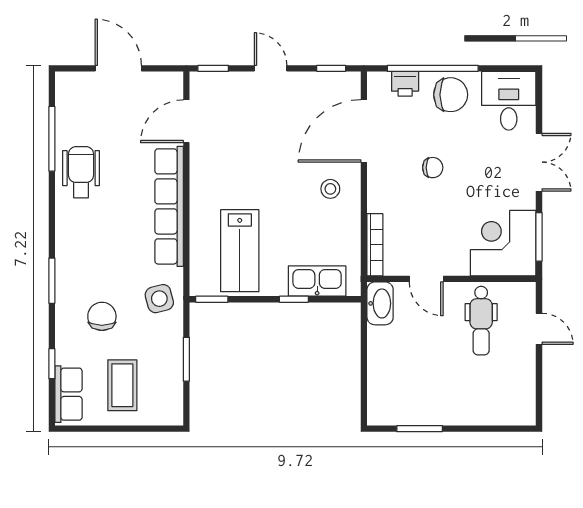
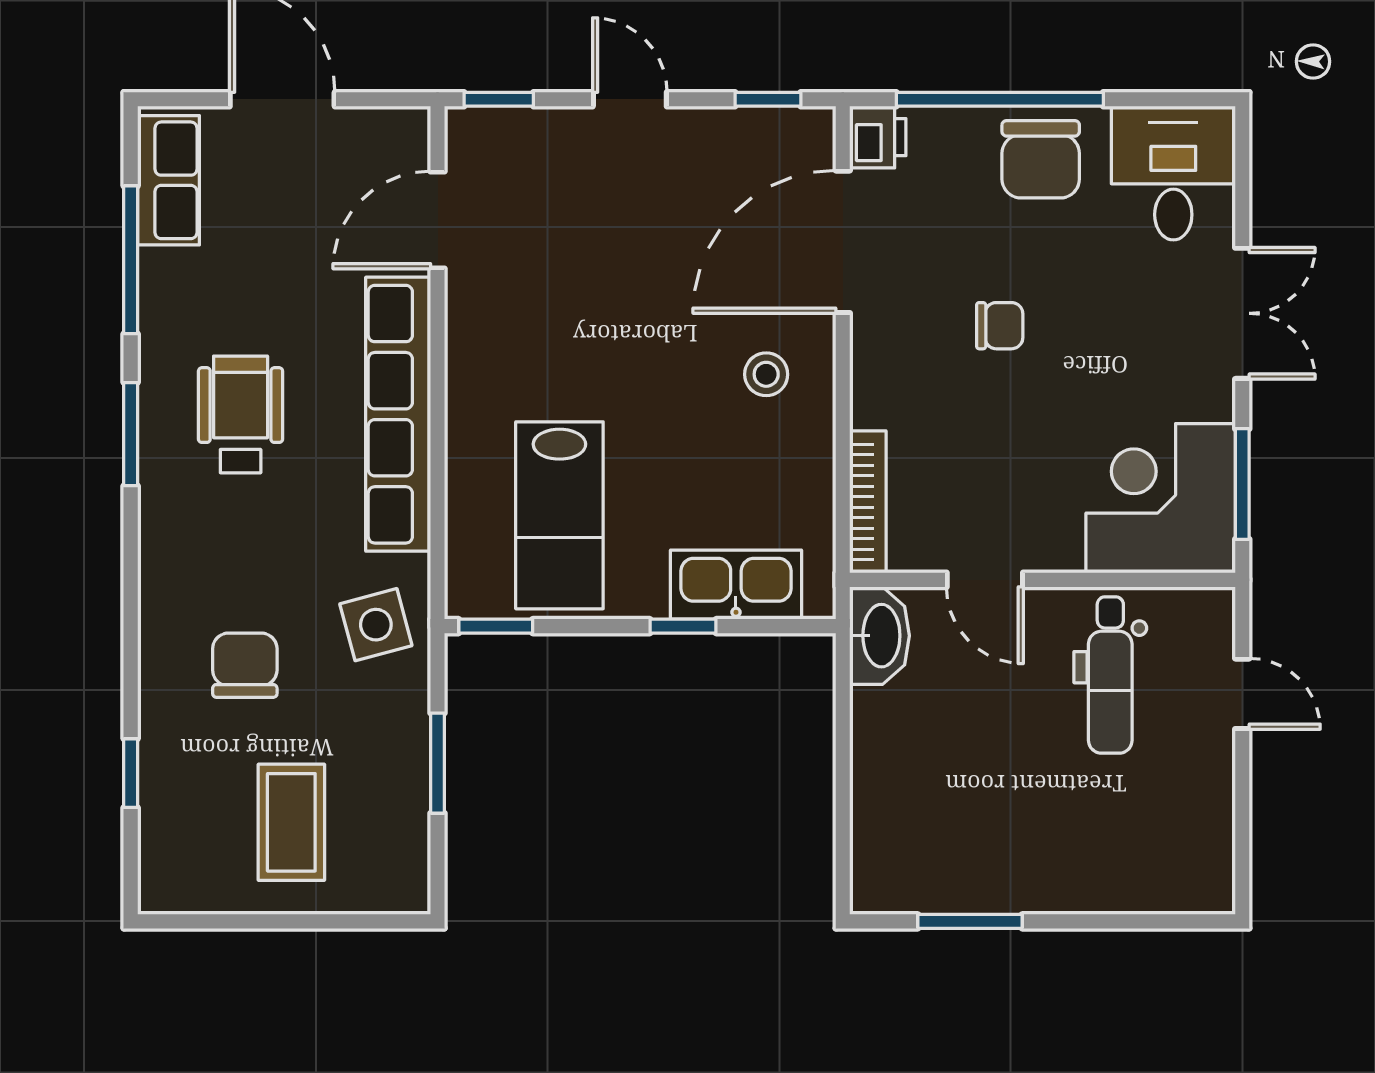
printer: (405, 84) -> (878, 137), moved, turned -90
chair: (451, 95) -> (1041, 159), turned 90
wheelchair: (81, 172) -> (241, 414), moved
window: (52, 281) -> (131, 434), moved
row of seats: (68, 394) -> (169, 180), moved

